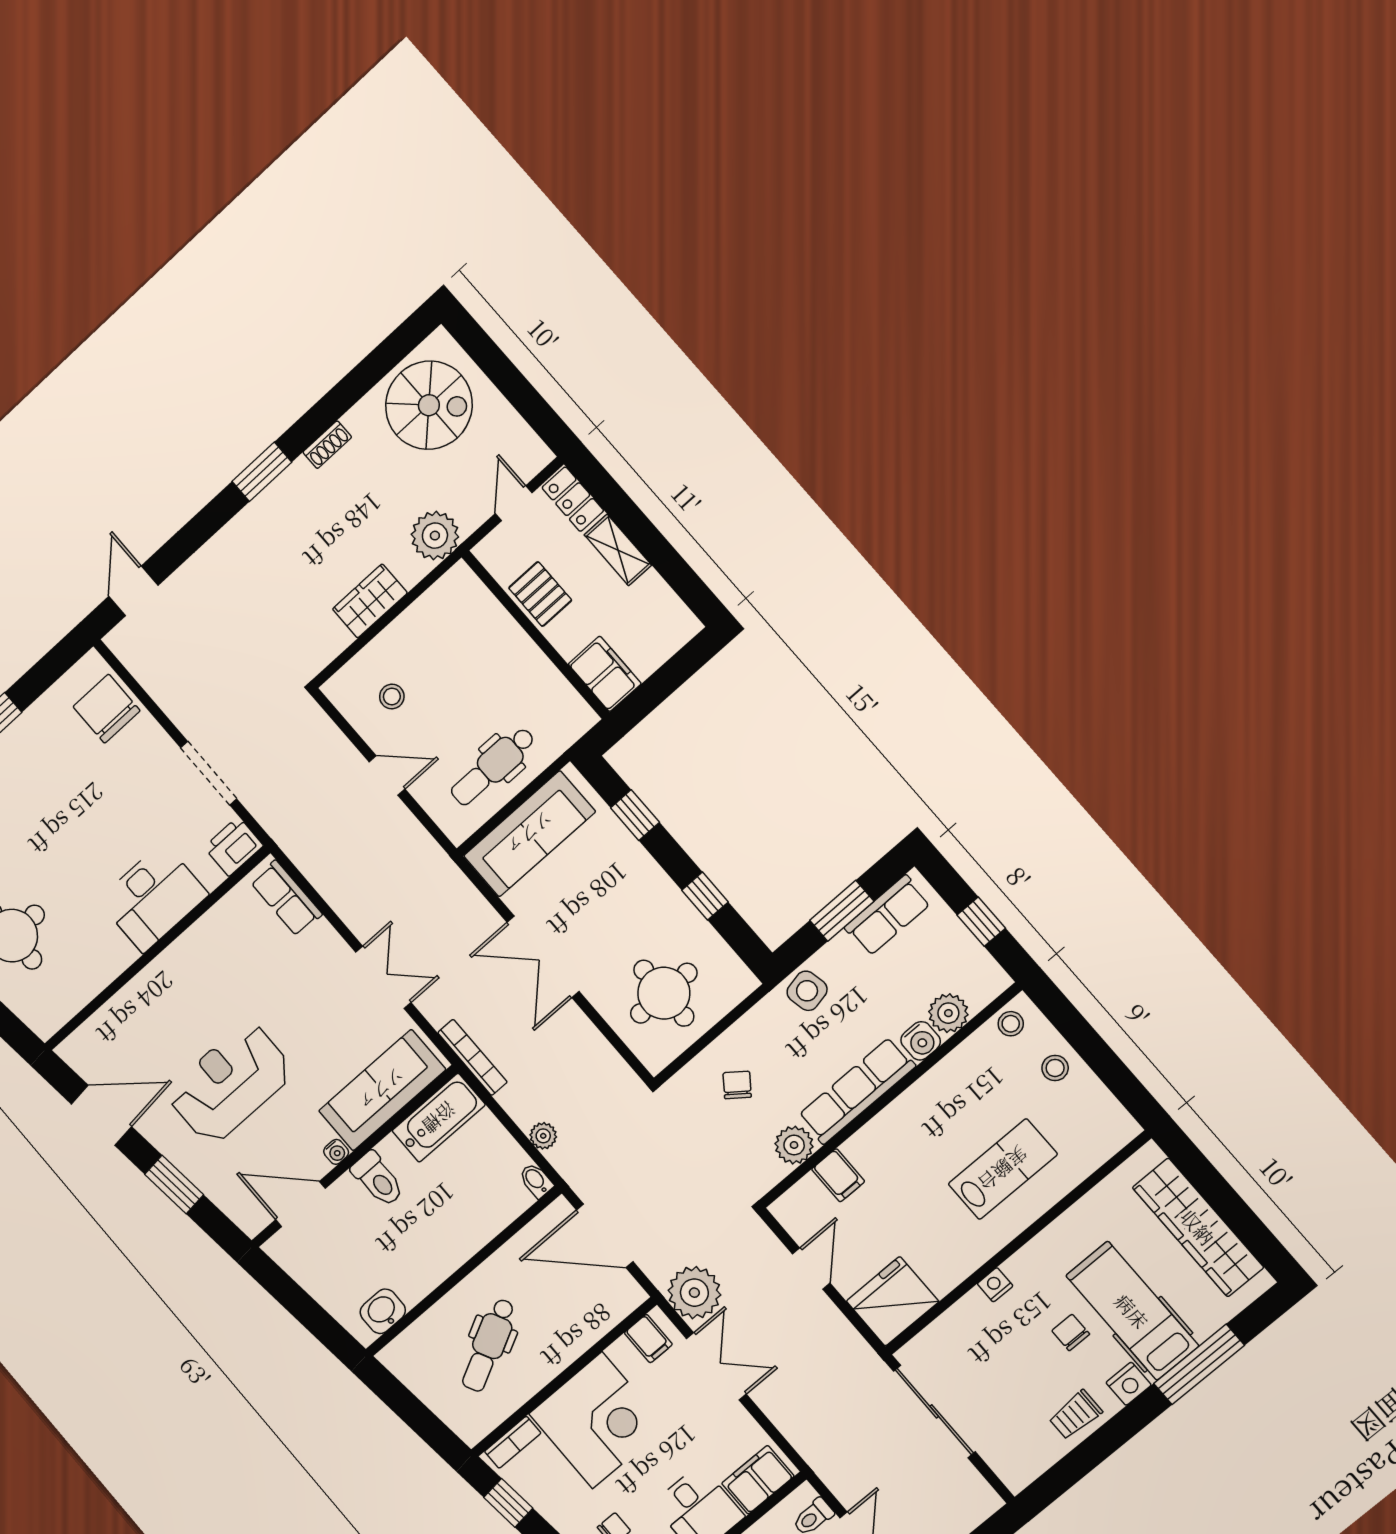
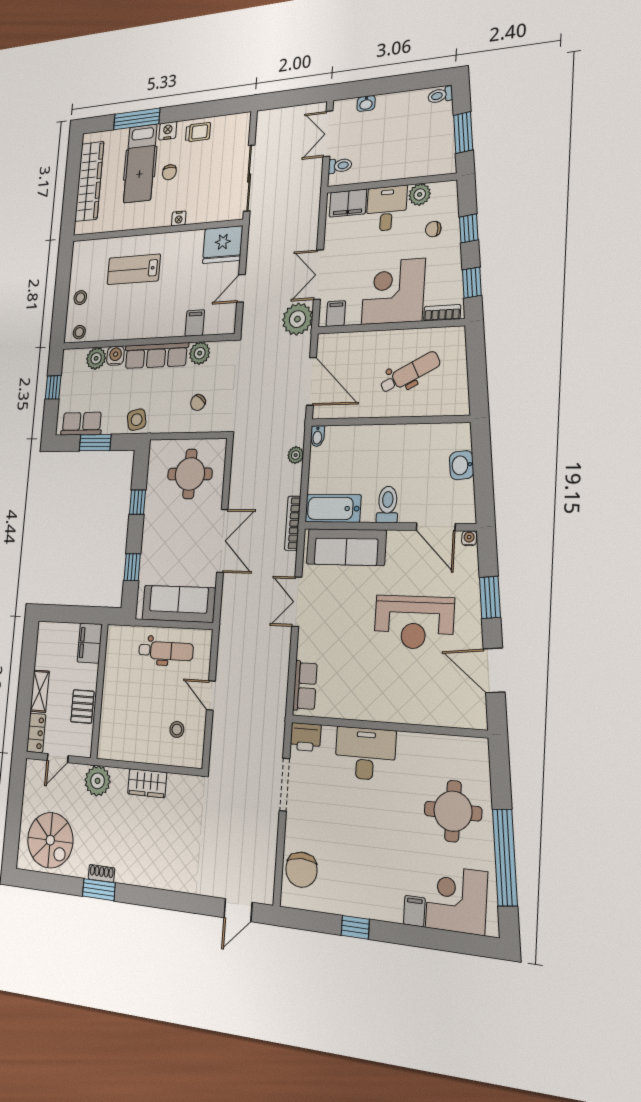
spiral stairs: (429, 405) -> (50, 840), turned 180
window: (262, 472) -> (99, 890), moved
water cooler: (336, 1152) -> (469, 538), moved
washbasin: (383, 1311) -> (462, 465), moved, turned 84

